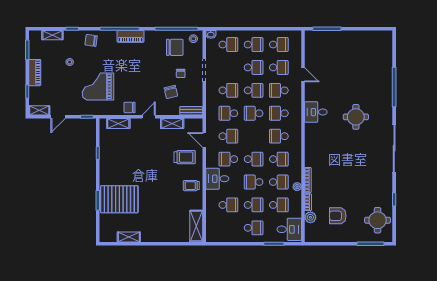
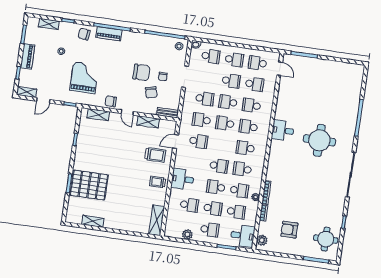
piano: (130, 36) -> (109, 34), moved
school desk: (279, 45) -> (258, 63), turned 180
chair: (175, 47) -> (141, 72), moved
door: (303, 75) -> (280, 69), moved
grand piano: (98, 86) -> (84, 78), turned 90
school desk: (254, 90) -> (228, 102), turned 180
door: (149, 117) -> (127, 112), swing flipped
round table: (356, 117) -> (319, 140), width x1.36, depth x1.36
door: (204, 140) -> (176, 141), hinge flipped
school desk: (228, 159) -> (195, 162), removed
school desk: (279, 159) -> (242, 169), turned 180
plant: (310, 217) -> (262, 240), moved
plant: (231, 236) -> (187, 235), added

